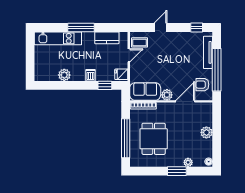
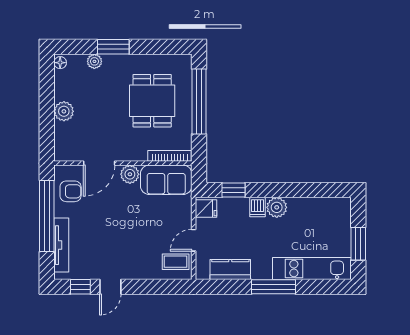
door: (160, 27) -> (110, 287), moved
window: (30, 53) -> (358, 244), added
plant: (64, 75) -> (277, 207), moved

